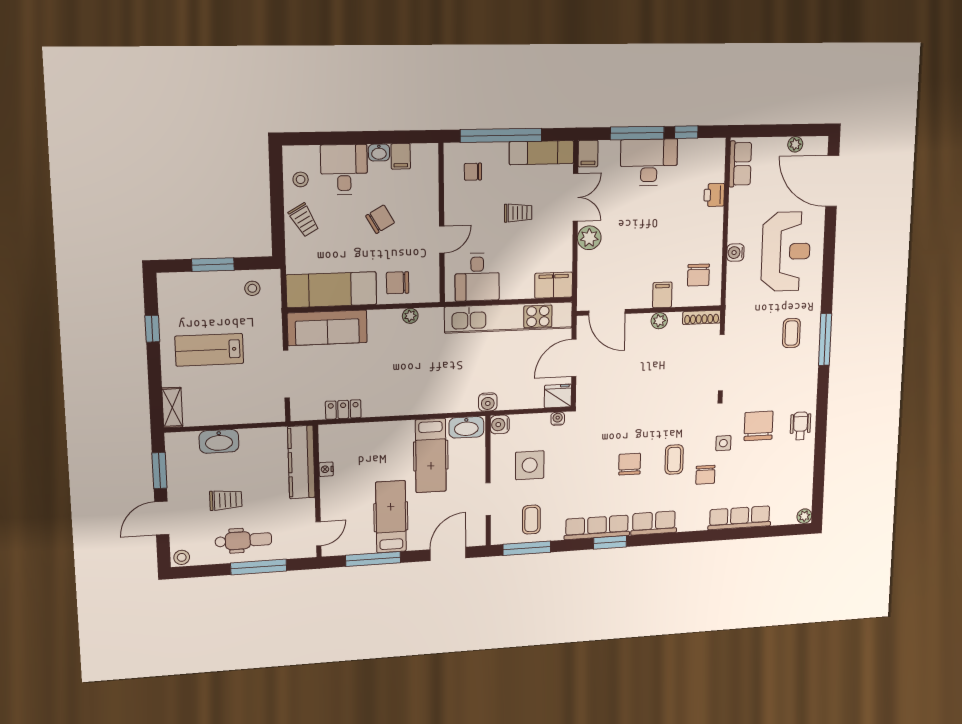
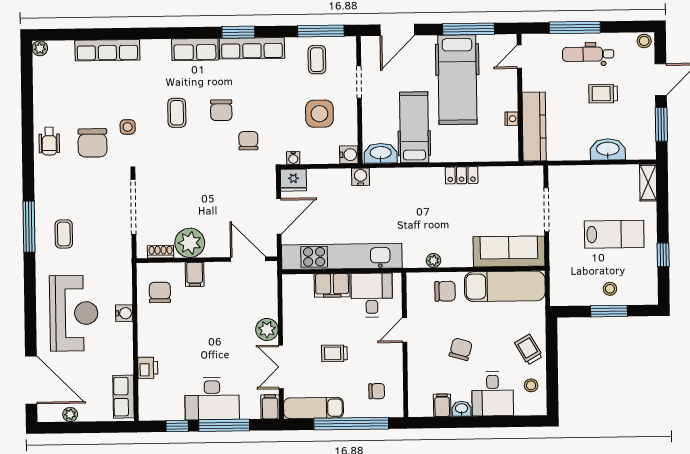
chair: (380, 219) -> (461, 349), turned 136
reception desk: (786, 252) -> (74, 313), turned 180
filing cabinet: (554, 285) -> (332, 285), moved
stool: (252, 288) -> (610, 289), moved
shoe rack: (702, 317) -> (161, 252), width x0.70
plant: (659, 321) -> (190, 243), width x1.87, depth x1.87
locker: (343, 409) -> (462, 175), moved
chair: (705, 475) -> (248, 141), moved
hospital bed: (391, 517) -> (457, 80), width x1.37, depth x1.29

